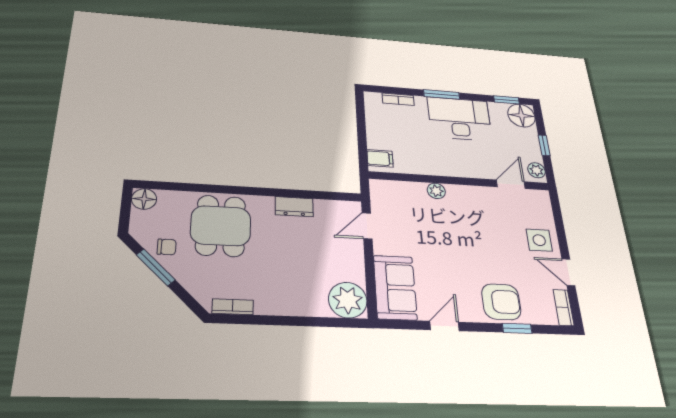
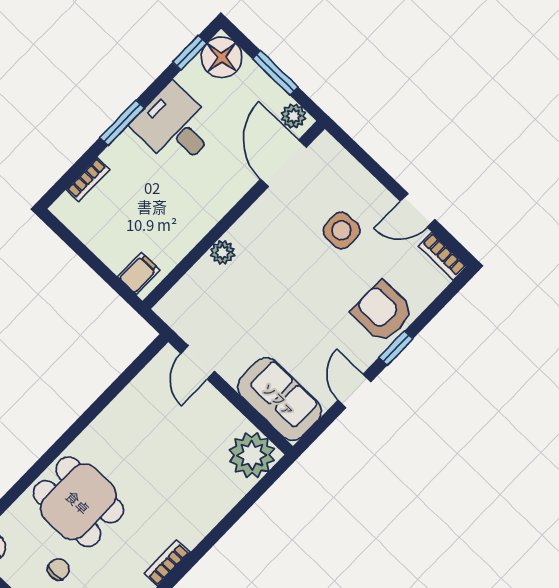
desk: (460, 119) -> (175, 126), width x0.73
window: (544, 145) -> (275, 73), width x1.50
door: (511, 184) -> (283, 163), width x1.38
dresser: (294, 207) -> (118, 414), removed
side table: (539, 240) -> (341, 230), moved
armchair: (501, 302) -> (383, 312), turned -90
window: (517, 328) -> (396, 348), moved

